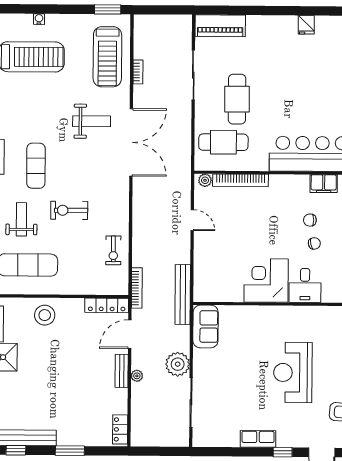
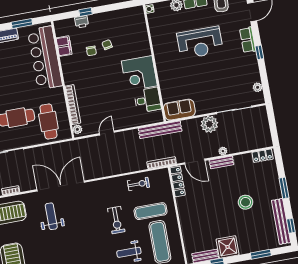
exercise mat: (36, 166) -> (151, 211), moved
desk: (305, 285) -> (148, 100), moved
stool: (45, 315) -> (246, 202), moved
row of seats: (258, 439) -> (248, 40), moved
plant: (216, 440) -> (258, 87), added
window: (283, 452) -> (259, 52), moved

